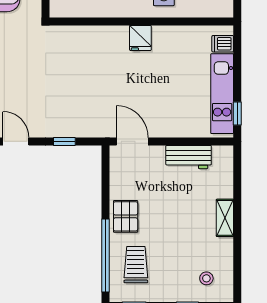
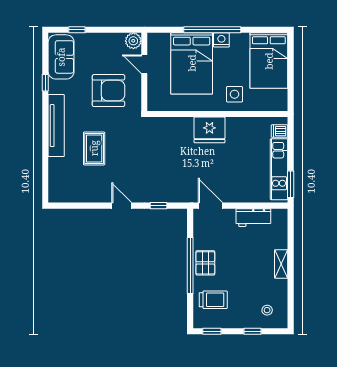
fridge: (140, 38) -> (209, 130), width x1.88, depth x1.34
window: (237, 114) -> (291, 184), width x1.50
window: (106, 256) -> (190, 265), moved
trolley: (136, 265) -> (213, 300), turned 90

